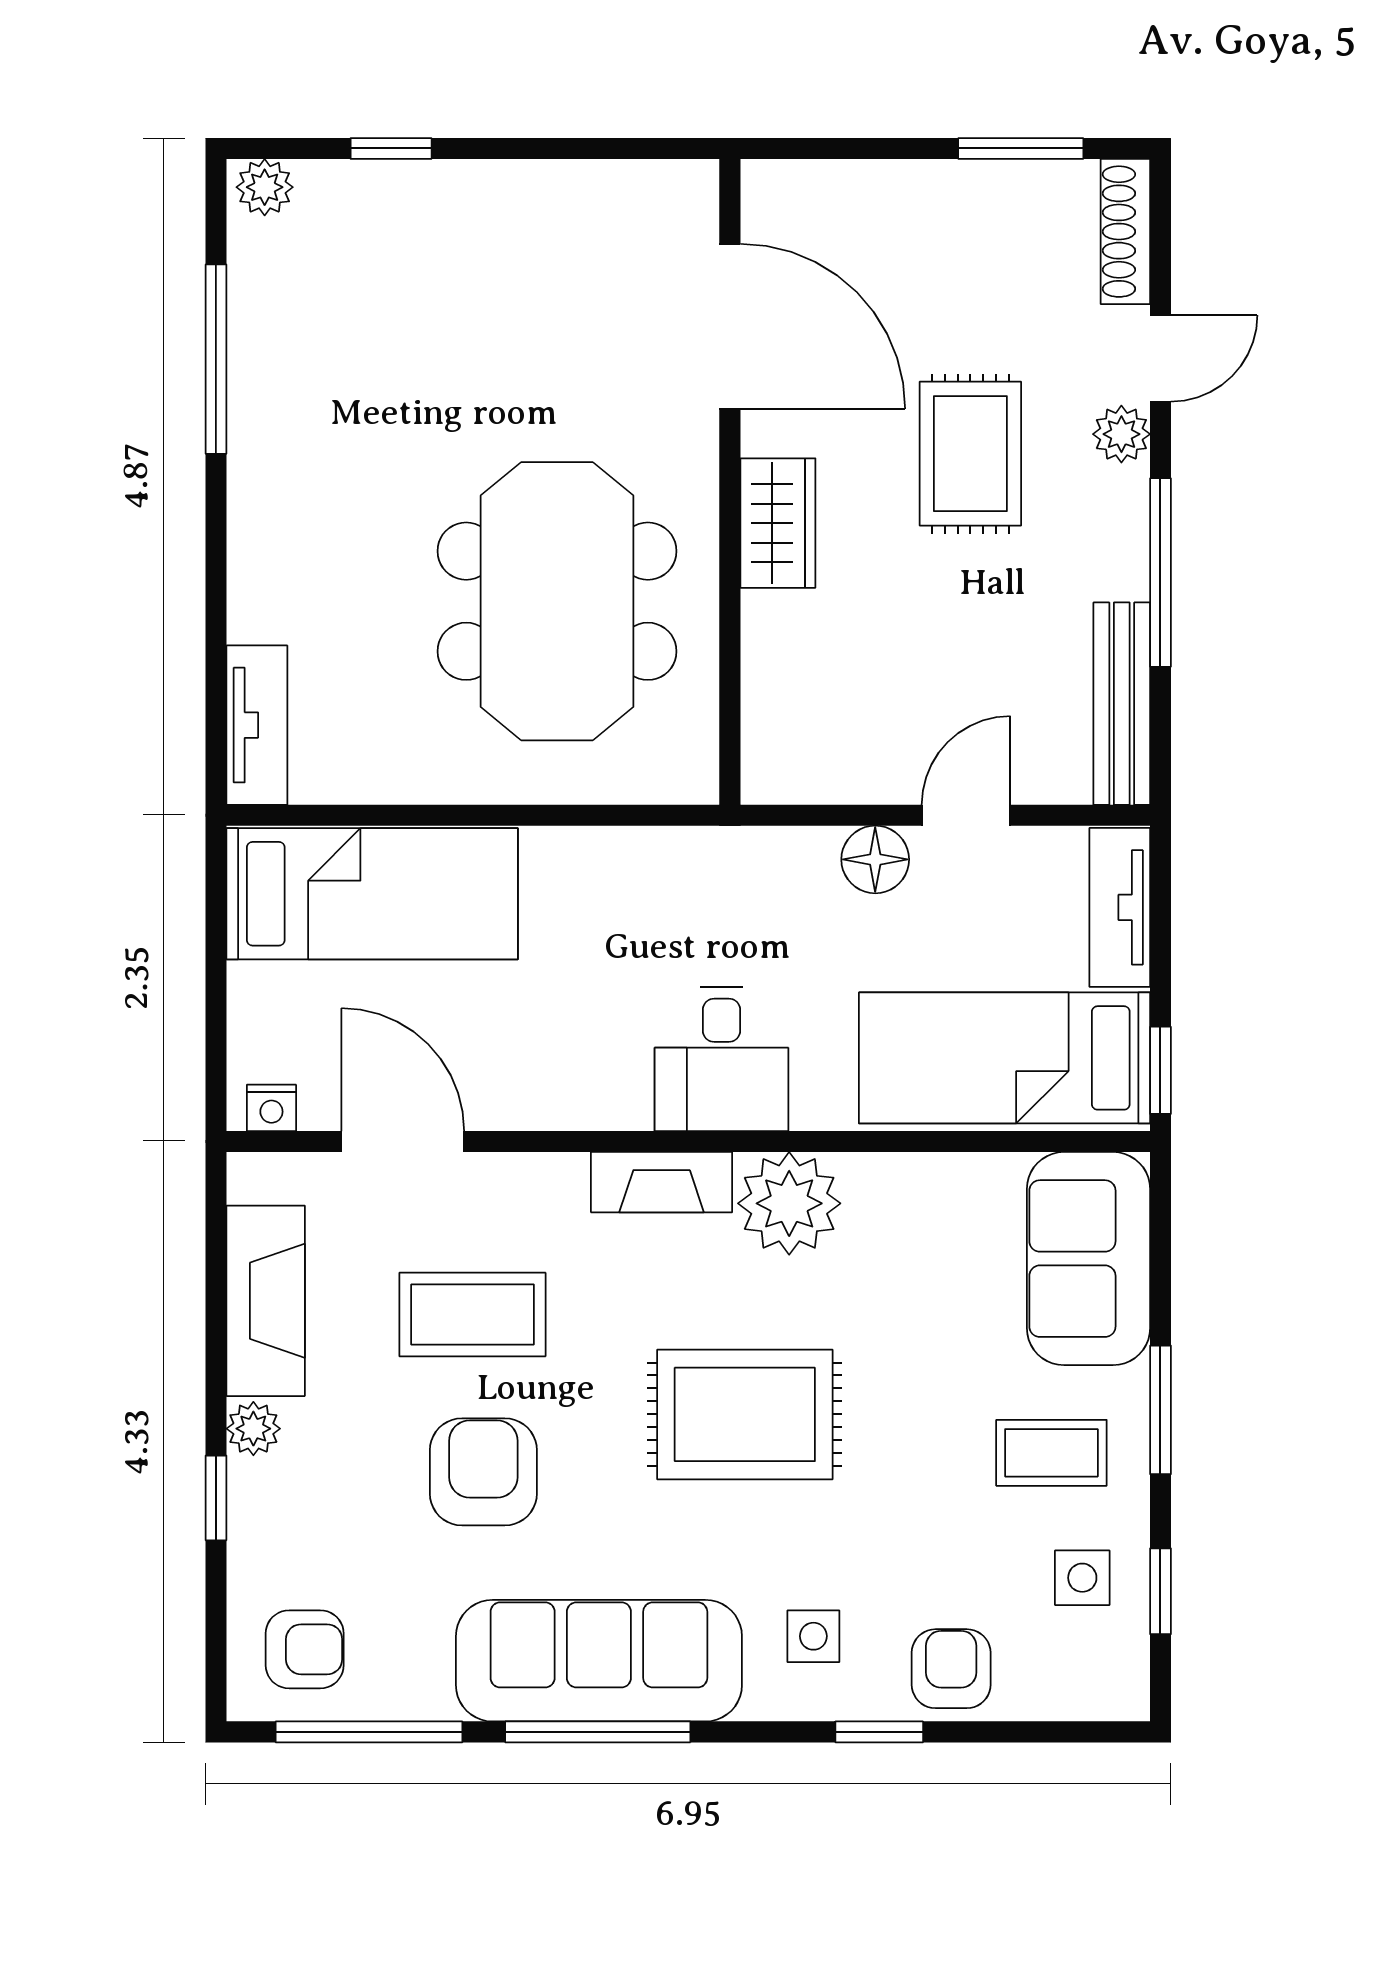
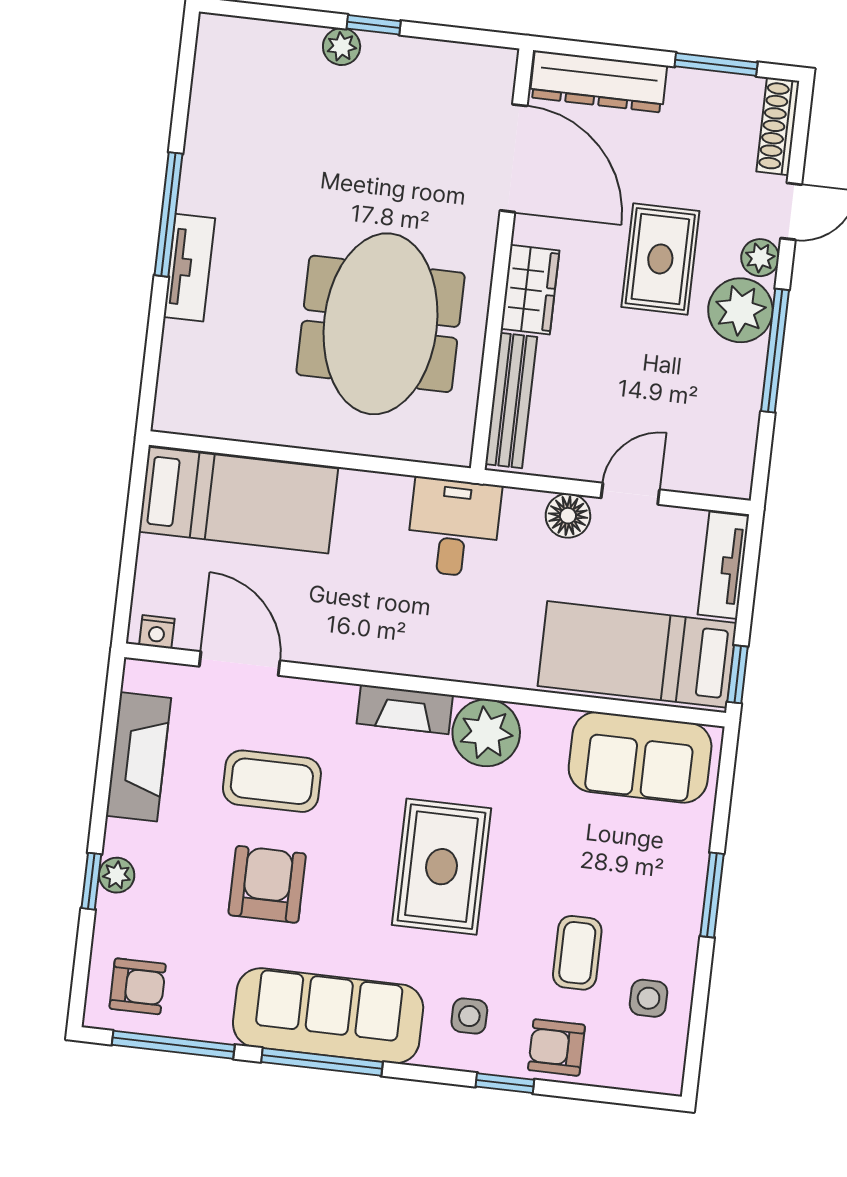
window: (391, 148) -> (374, 25), moved
plant: (265, 187) -> (342, 47), moved
dresser: (845, 195) -> (598, 82), added
window: (216, 359) -> (169, 214), moved
plant: (1101, 517) -> (740, 310), added
bench: (1122, 704) -> (511, 400), moved
tv unit: (257, 725) -> (189, 268), moved
desk: (722, 1059) -> (454, 528), moved, turned 180
sofa: (1088, 1259) -> (640, 757), moved, turned -90
rug: (745, 1414) -> (441, 867), turned 90
plant: (253, 1429) -> (117, 875), moved
coffee table: (1051, 1453) -> (577, 953), moved, turned 90
window: (1160, 1591) -> (698, 1013), removed
armchair: (951, 1669) -> (556, 1047), turned -90

